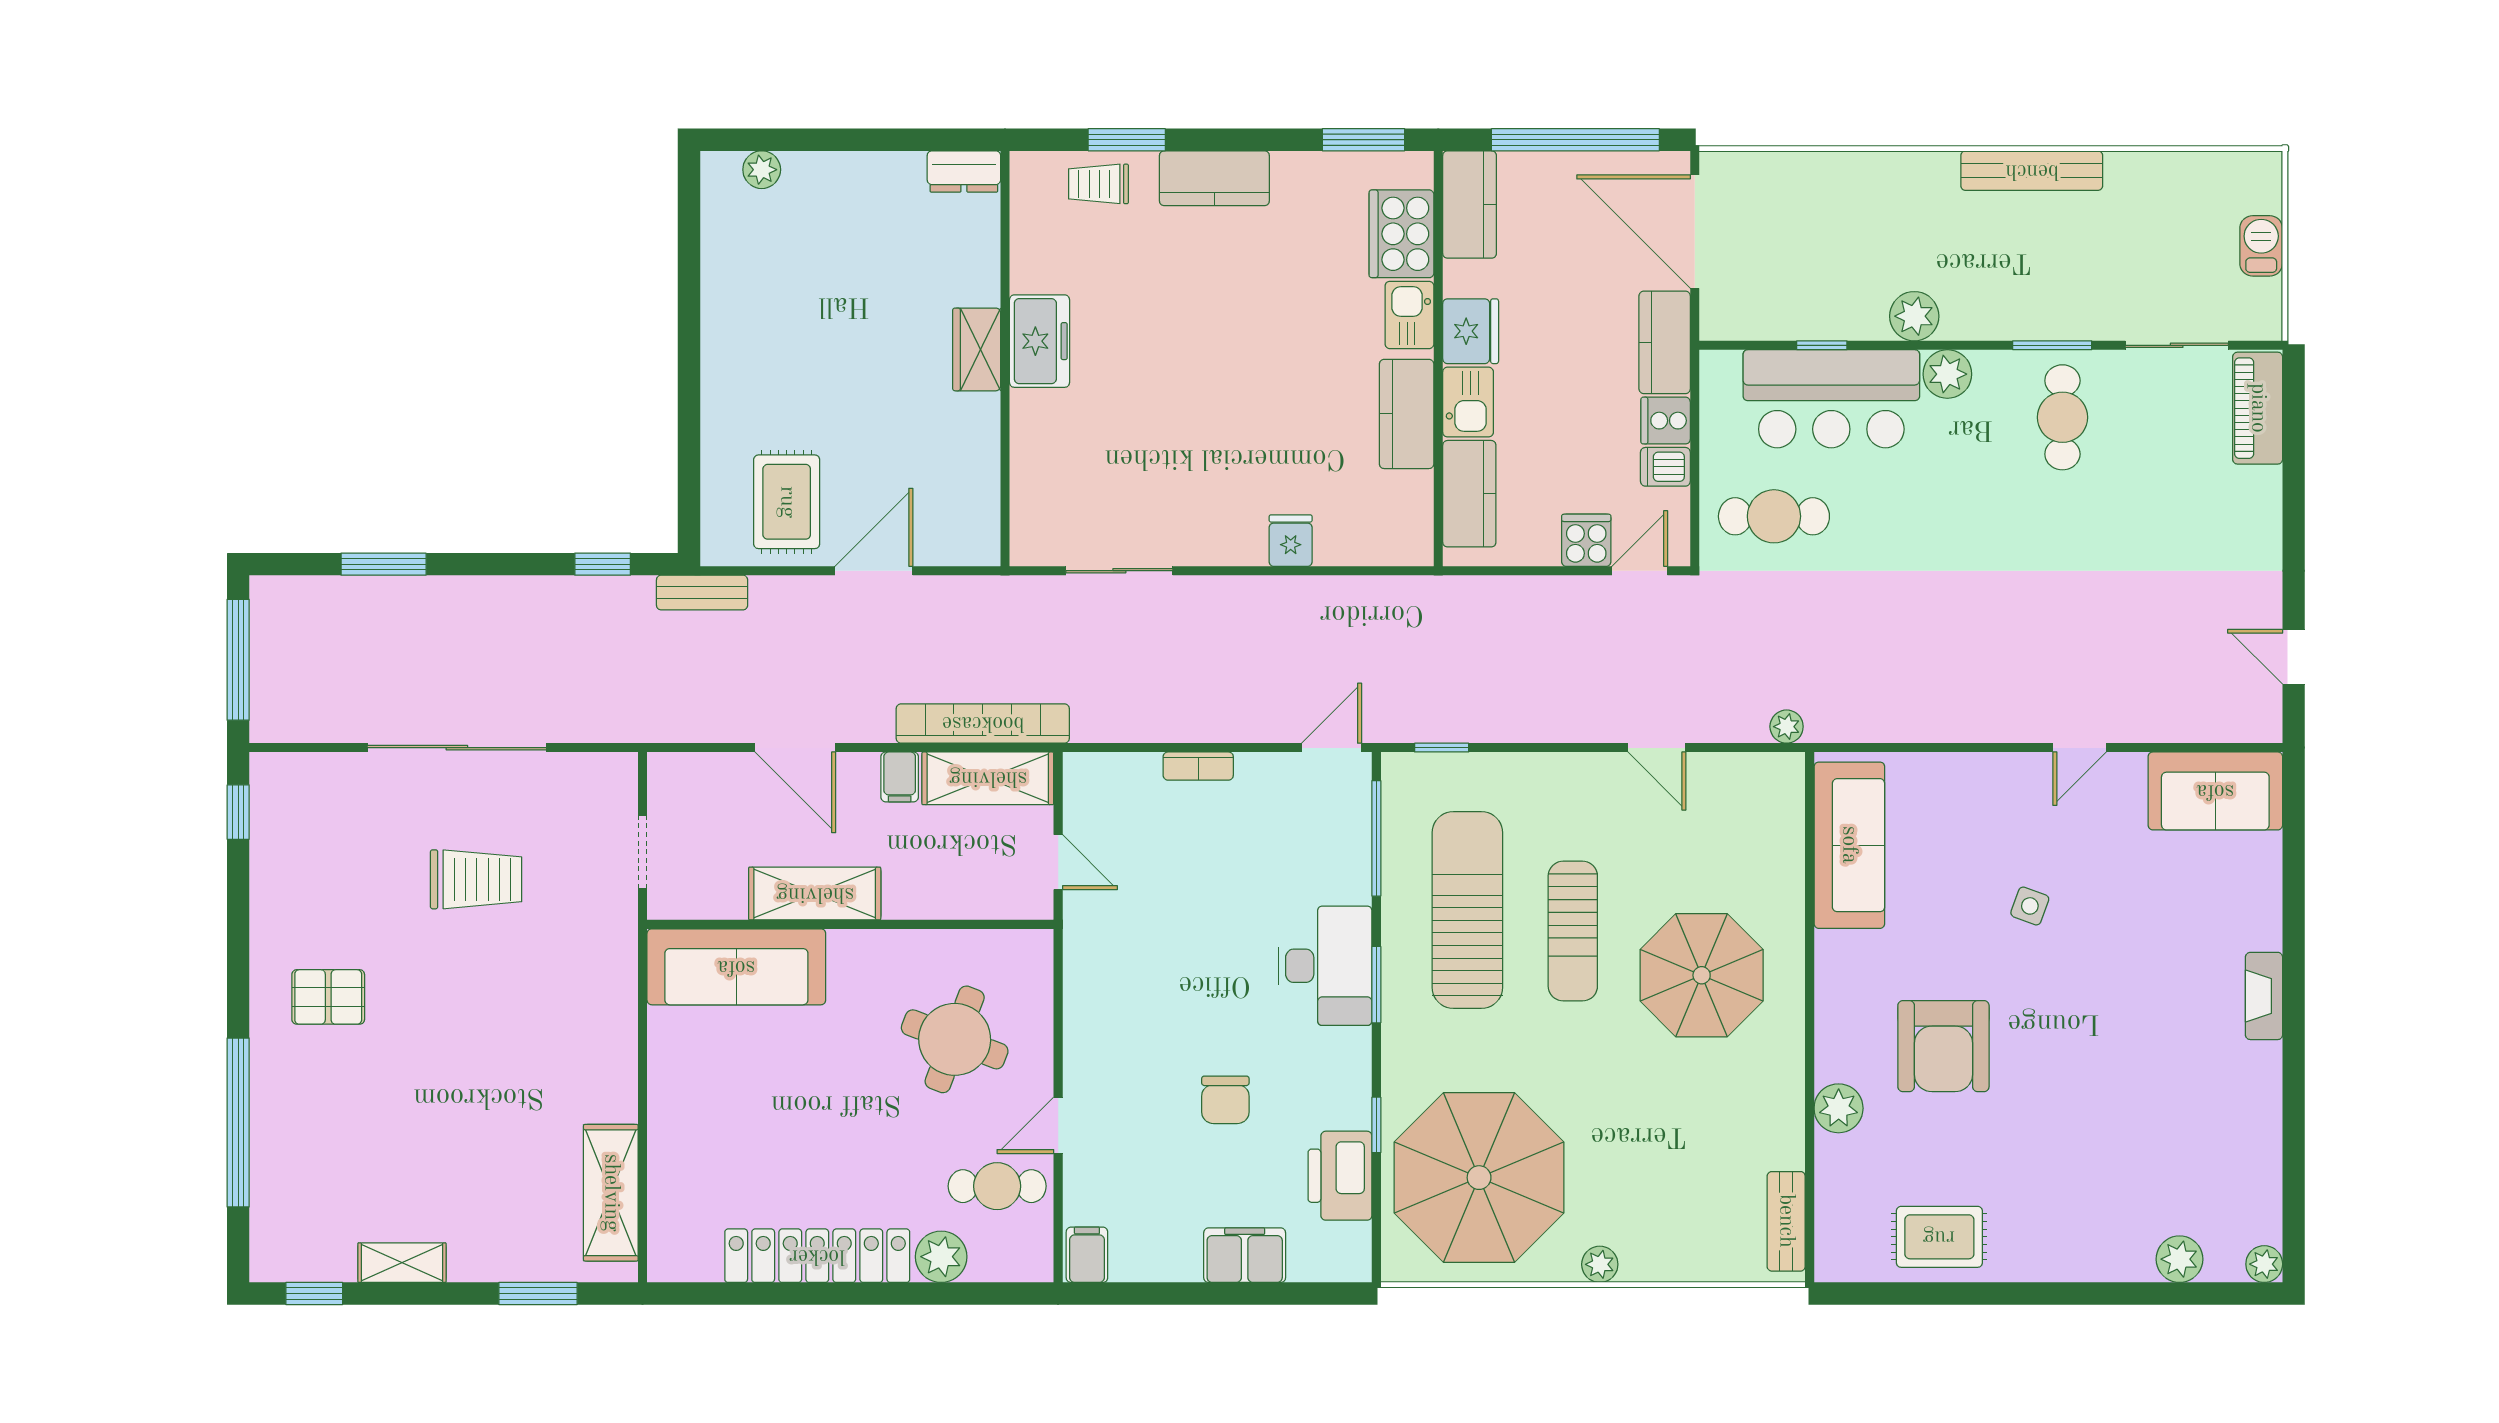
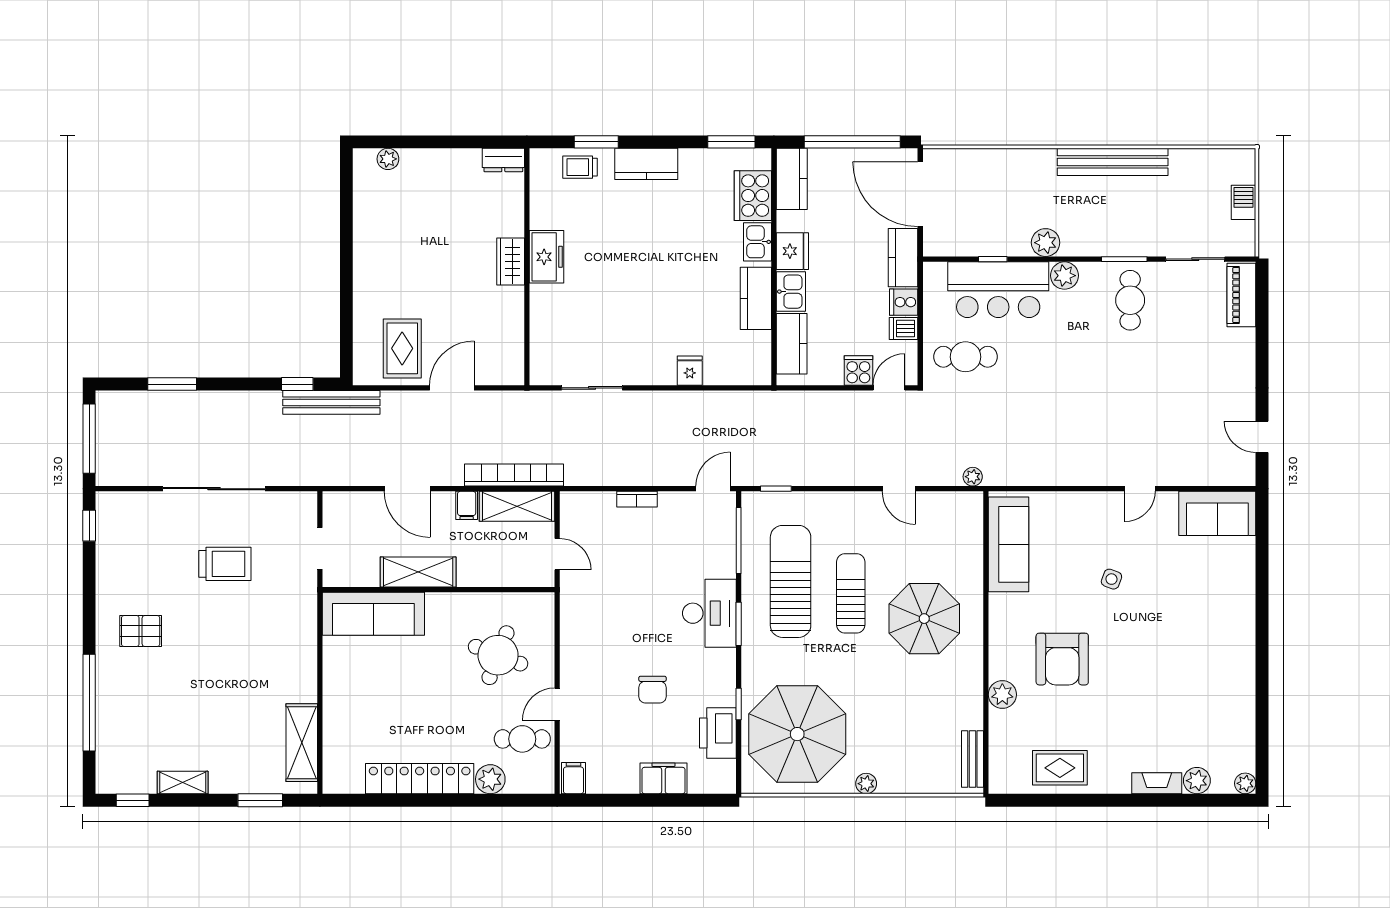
bench: (2032, 171) -> (1113, 162), width x1.37, depth x1.21
bench: (702, 593) -> (331, 402), width x1.86, depth x1.21
sun lounger: (1573, 931) -> (851, 593), turned 180
fireplace: (2264, 996) -> (1157, 783), moved, turned 90

